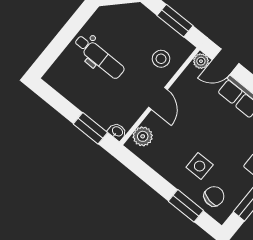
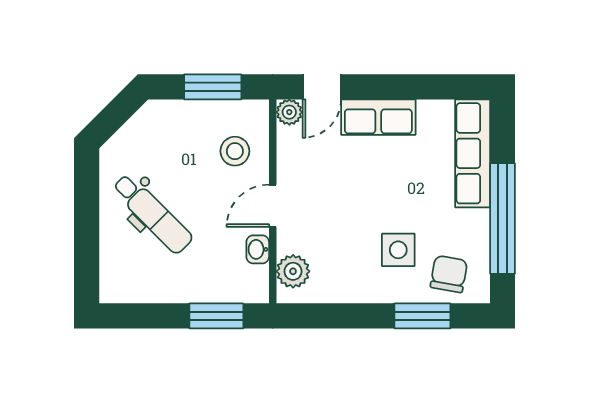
dental chair: (99, 57) -> (152, 214), turned 45
door: (158, 98) -> (273, 206), swing flipped
washbasin: (117, 132) -> (258, 249), moved, turned -90

